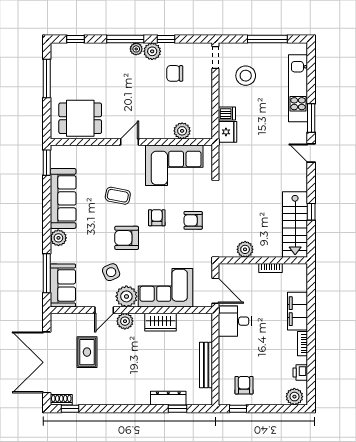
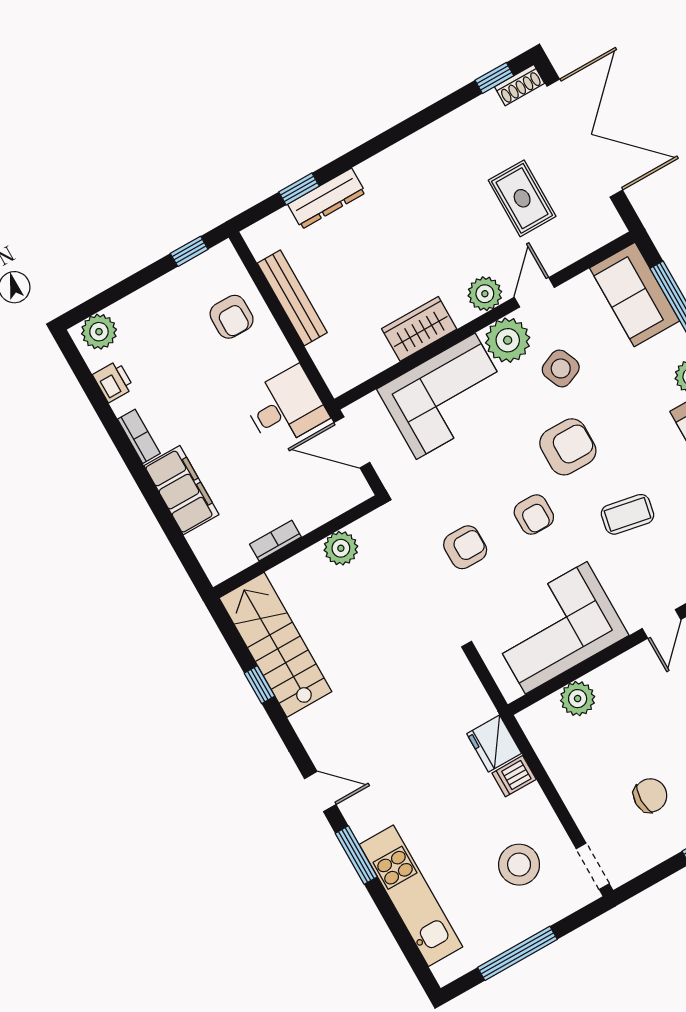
armchair: (244, 385) -> (232, 317), moved

